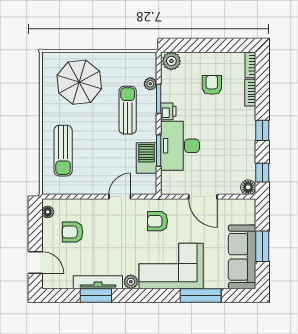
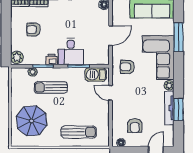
desk: (180, 146) -> (71, 51), width x0.73
barbecue: (147, 158) -> (96, 74), moved
armchair: (158, 221) -> (127, 67), turned 91

